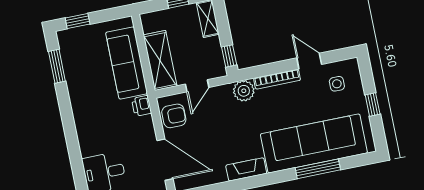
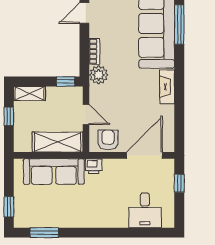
bookcase: (277, 79) -> (94, 51), width x0.64

